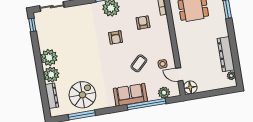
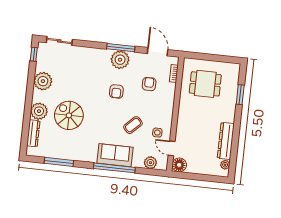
plant: (49, 57) -> (43, 81), moved
spiral stairs: (82, 95) -> (69, 115), moved, turned -90
window: (146, 104) -> (114, 168), moved

